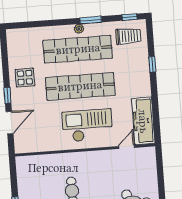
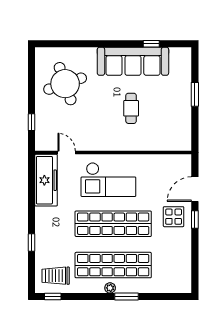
window: (91, 20) -> (127, 297), moved
display table: (25, 78) -> (174, 217), moved
door: (127, 147) -> (67, 153), swing flipped
window: (160, 172) -> (31, 122), added

